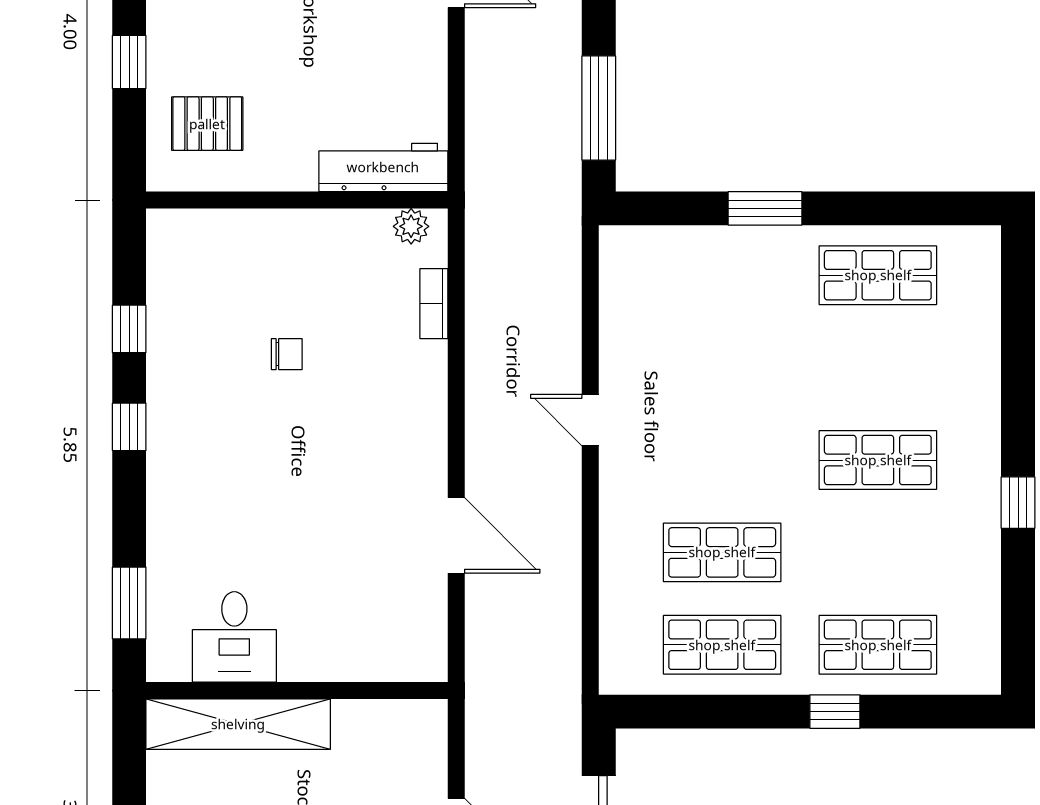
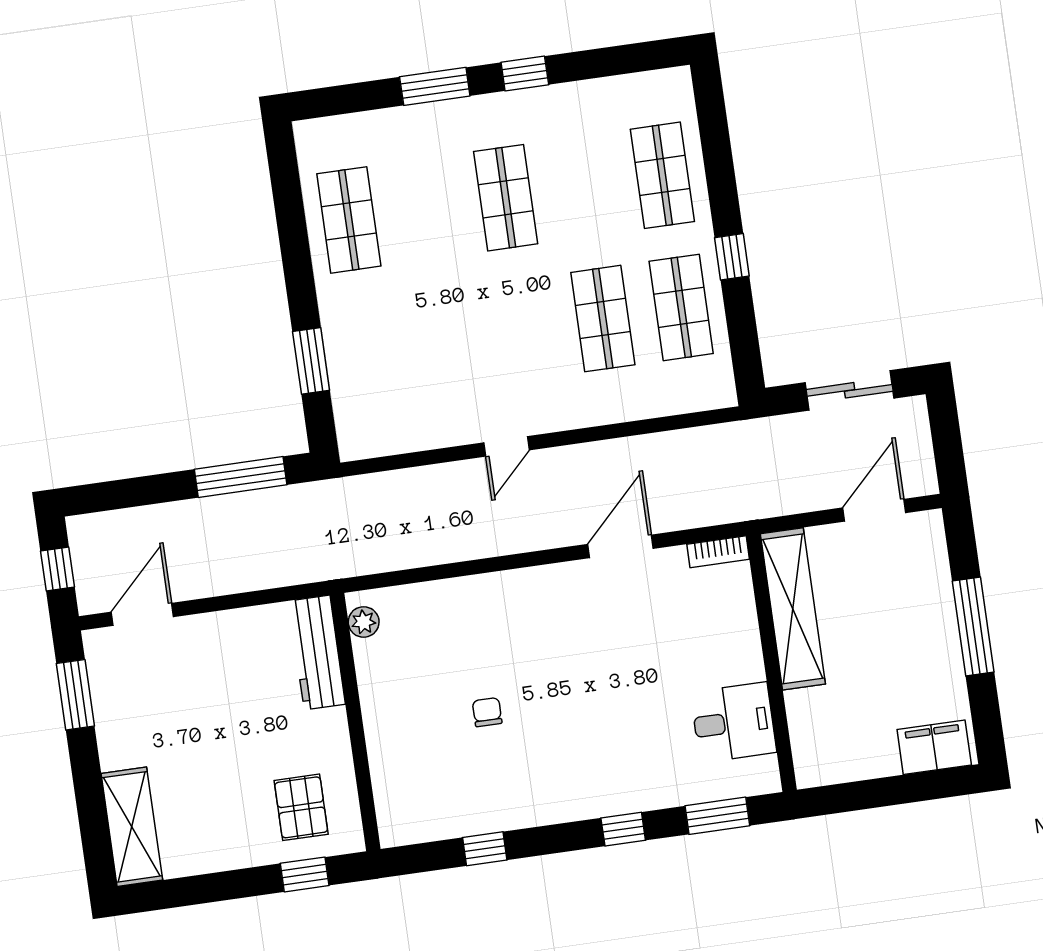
window: (129, 62) -> (305, 874), moved
window: (765, 208) -> (311, 361), moved
bookcase: (434, 304) -> (718, 552), moved
window: (1018, 397) -> (435, 86), added
window: (129, 427) -> (623, 829), moved
window: (835, 712) -> (732, 257), moved
shelving: (238, 724) -> (793, 609), moved

